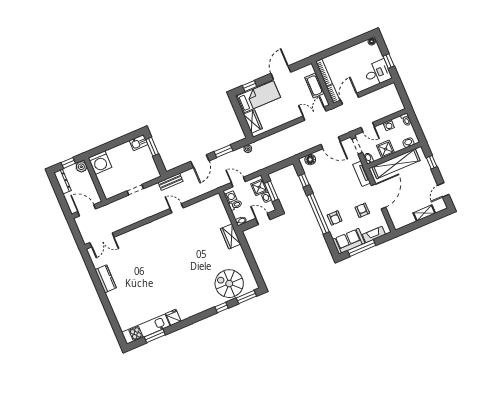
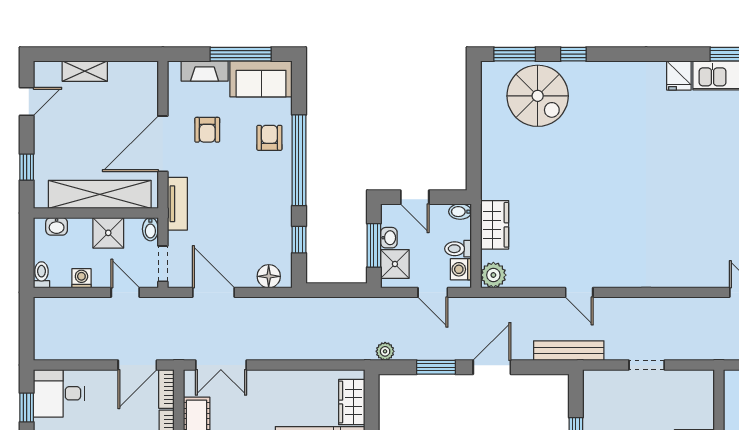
bench: (171, 182) -> (569, 351), width x1.36
plant: (216, 200) -> (493, 275), added
wardrobe: (231, 236) -> (495, 225), moved

